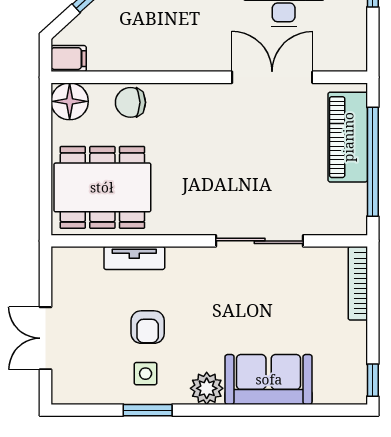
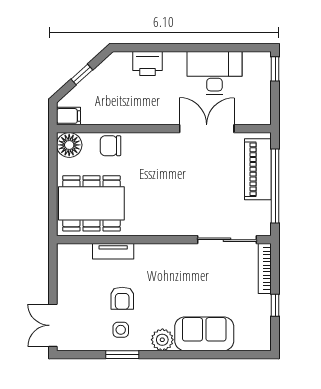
sliding door: (260, 241) -> (227, 240), moved
double door: (46, 338) -> (53, 325), moved
window: (373, 380) -> (275, 305), moved

